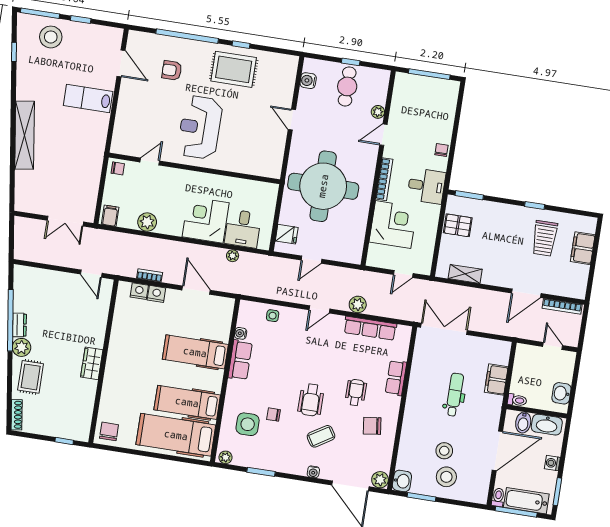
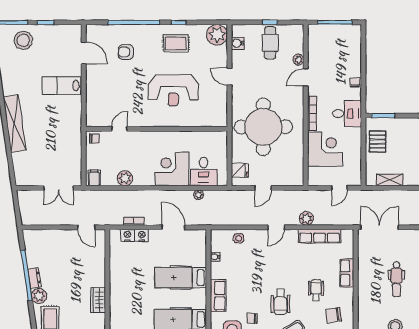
plant: (285, 67) -> (217, 35), added
rug: (234, 69) -> (176, 43), width x0.73, depth x0.70
reception desk: (200, 127) -> (173, 90), moved, turned -90
pallet: (458, 225) -> (378, 141), turned 90
row of seats: (240, 360) -> (218, 296), moved
dental chair: (455, 395) -> (396, 279), turned 180

